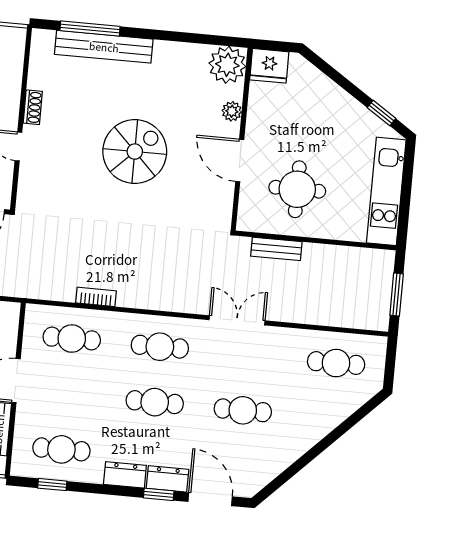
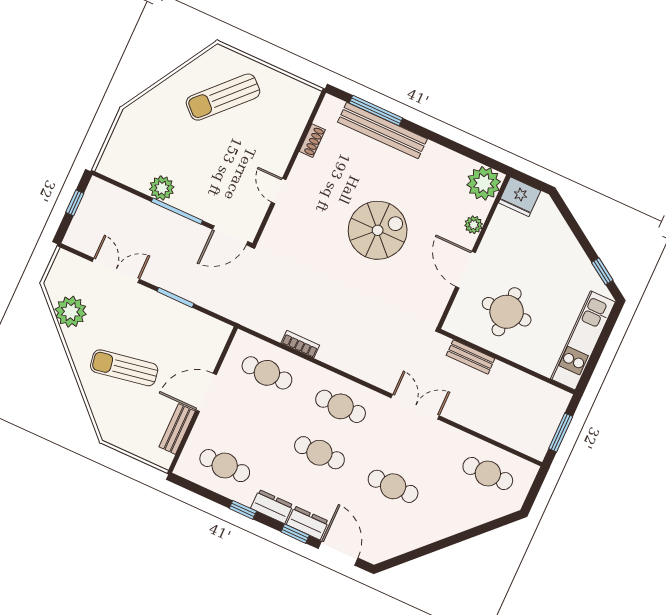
shoe rack: (33, 107) -> (312, 141), moved
window: (52, 485) -> (243, 510), moved

